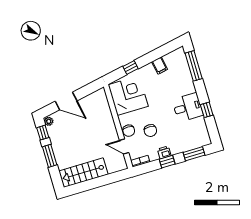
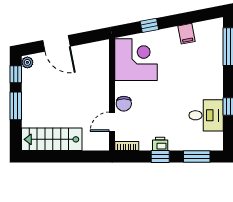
desk: (188, 107) -> (206, 115), moved
chair: (150, 131) -> (151, 112), removed
door: (124, 147) -> (112, 122), hinge flipped

